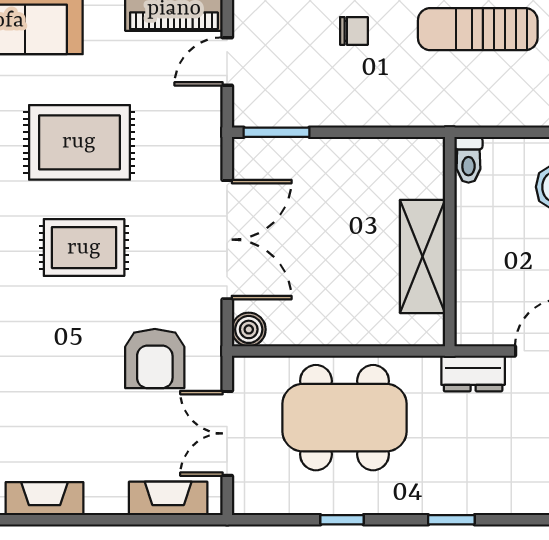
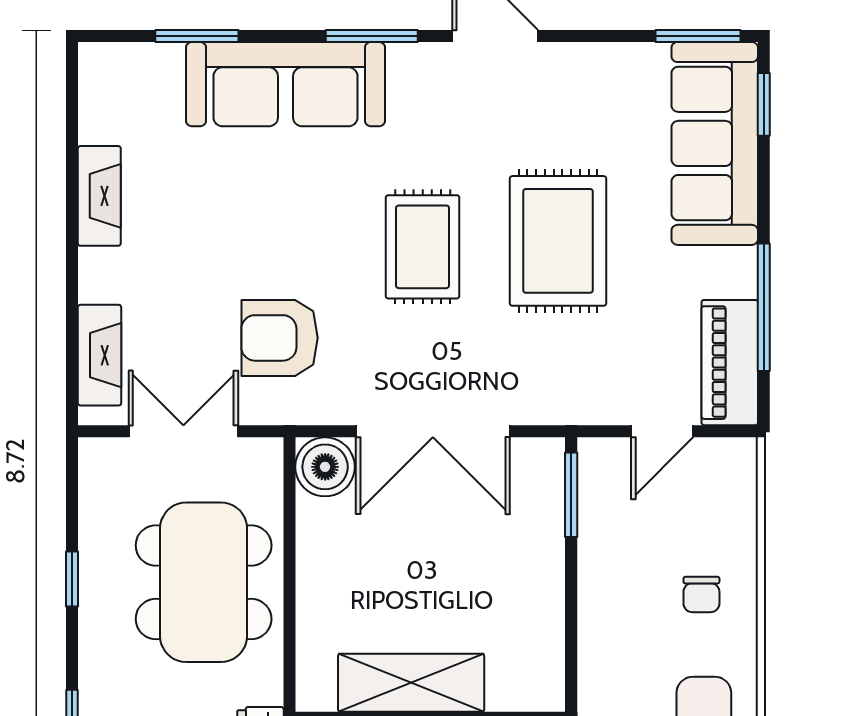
door: (227, 61) -> (662, 431), swing flipped
boiler: (249, 329) -> (325, 467), width x1.36, depth x1.36

